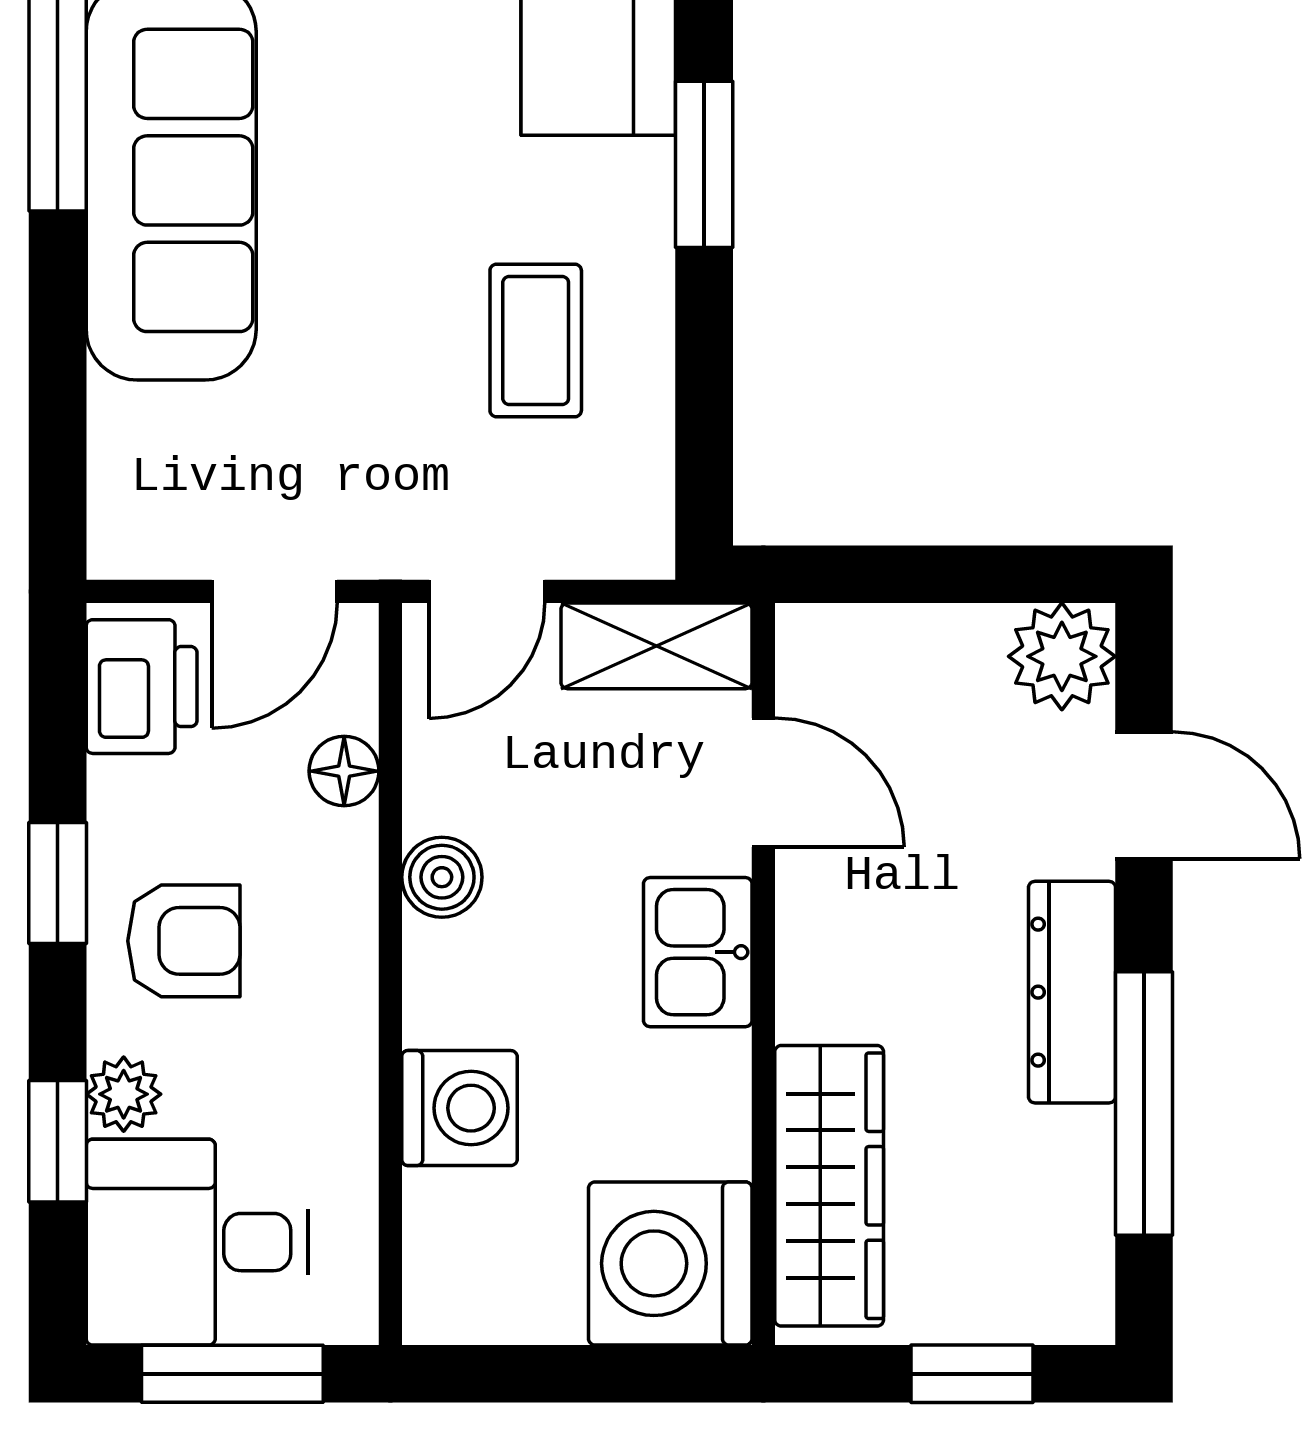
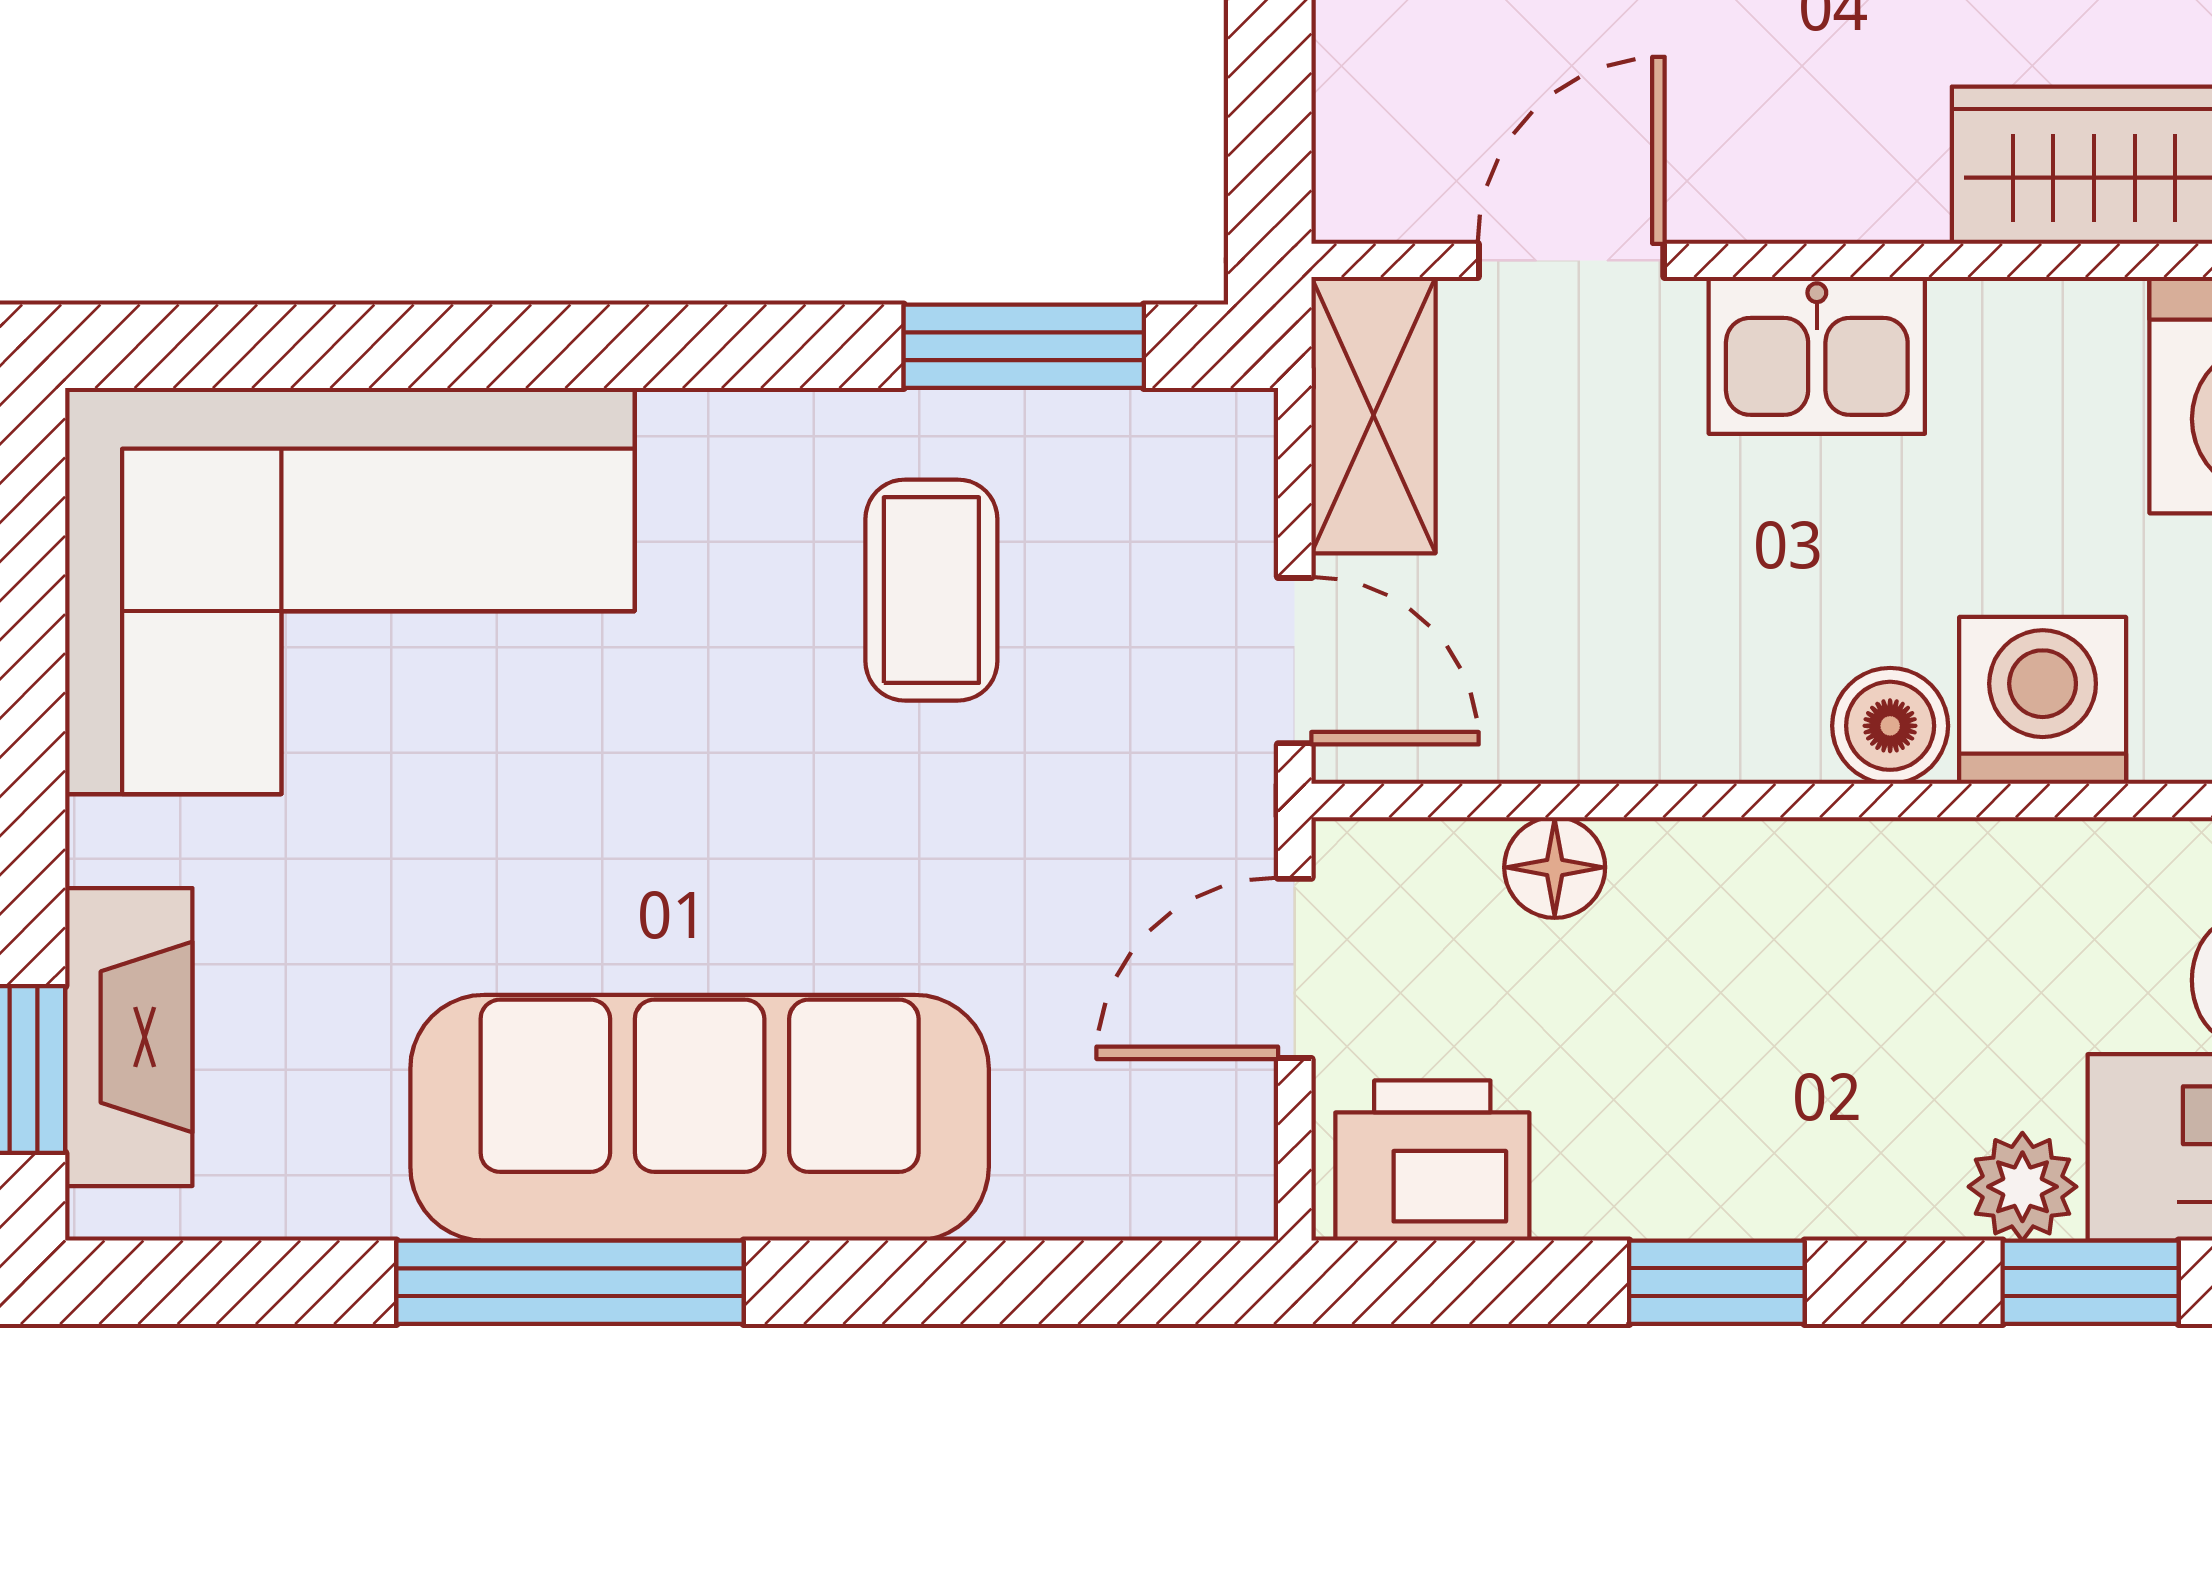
window: (704, 164) -> (1024, 346), moved
coffee table: (536, 341) -> (931, 590), turned 90
door: (274, 591) -> (1295, 968), swing flipped
boiler: (442, 877) -> (1890, 726), moved
armchair: (184, 941) -> (1801, 1099), removed

